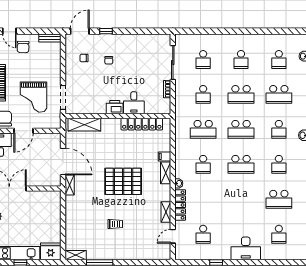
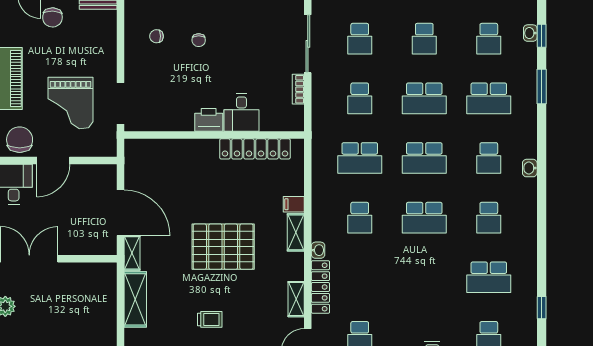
shelving: (84, 125) -> (135, 299), moved, turned 90

